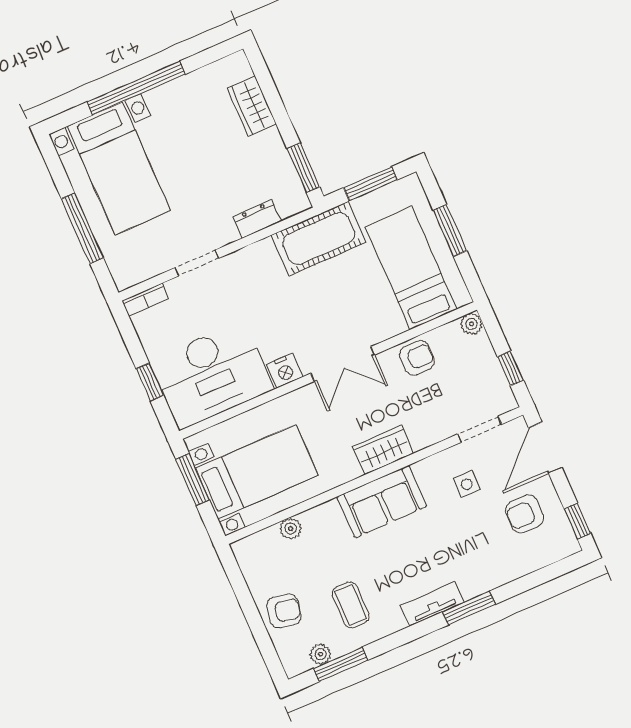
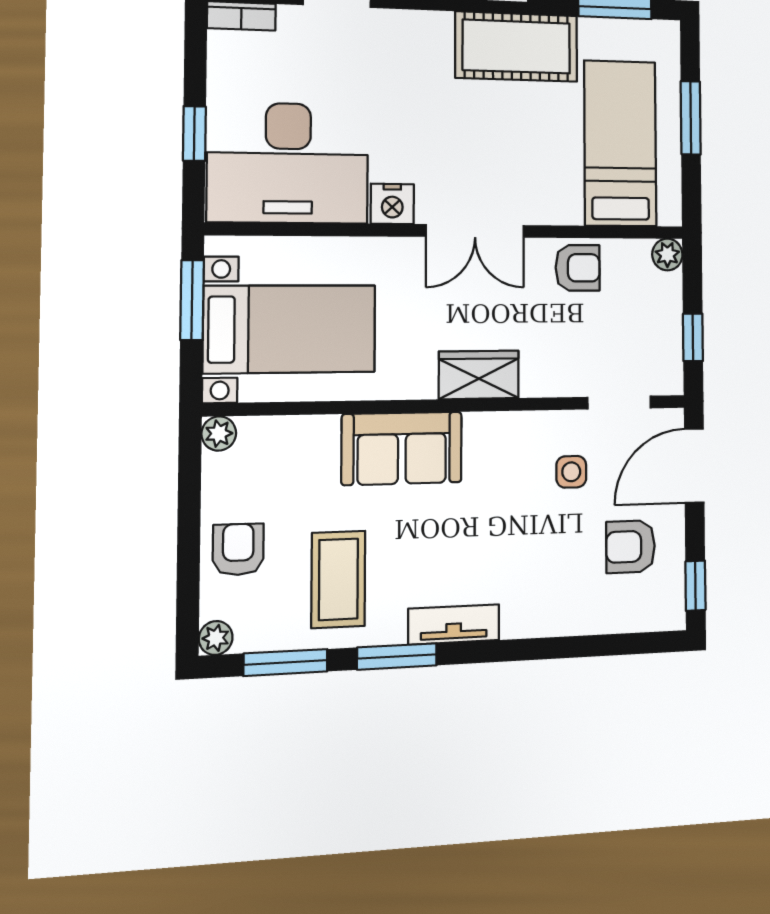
sofa: (382, 502) -> (402, 448), moved
plant: (291, 528) -> (219, 434), moved
coffee table: (351, 605) -> (338, 579), width x1.36, depth x1.30
window: (469, 608) -> (397, 656), moved
armchair: (284, 611) -> (238, 549), turned -101
plant: (320, 654) -> (216, 638), moved

